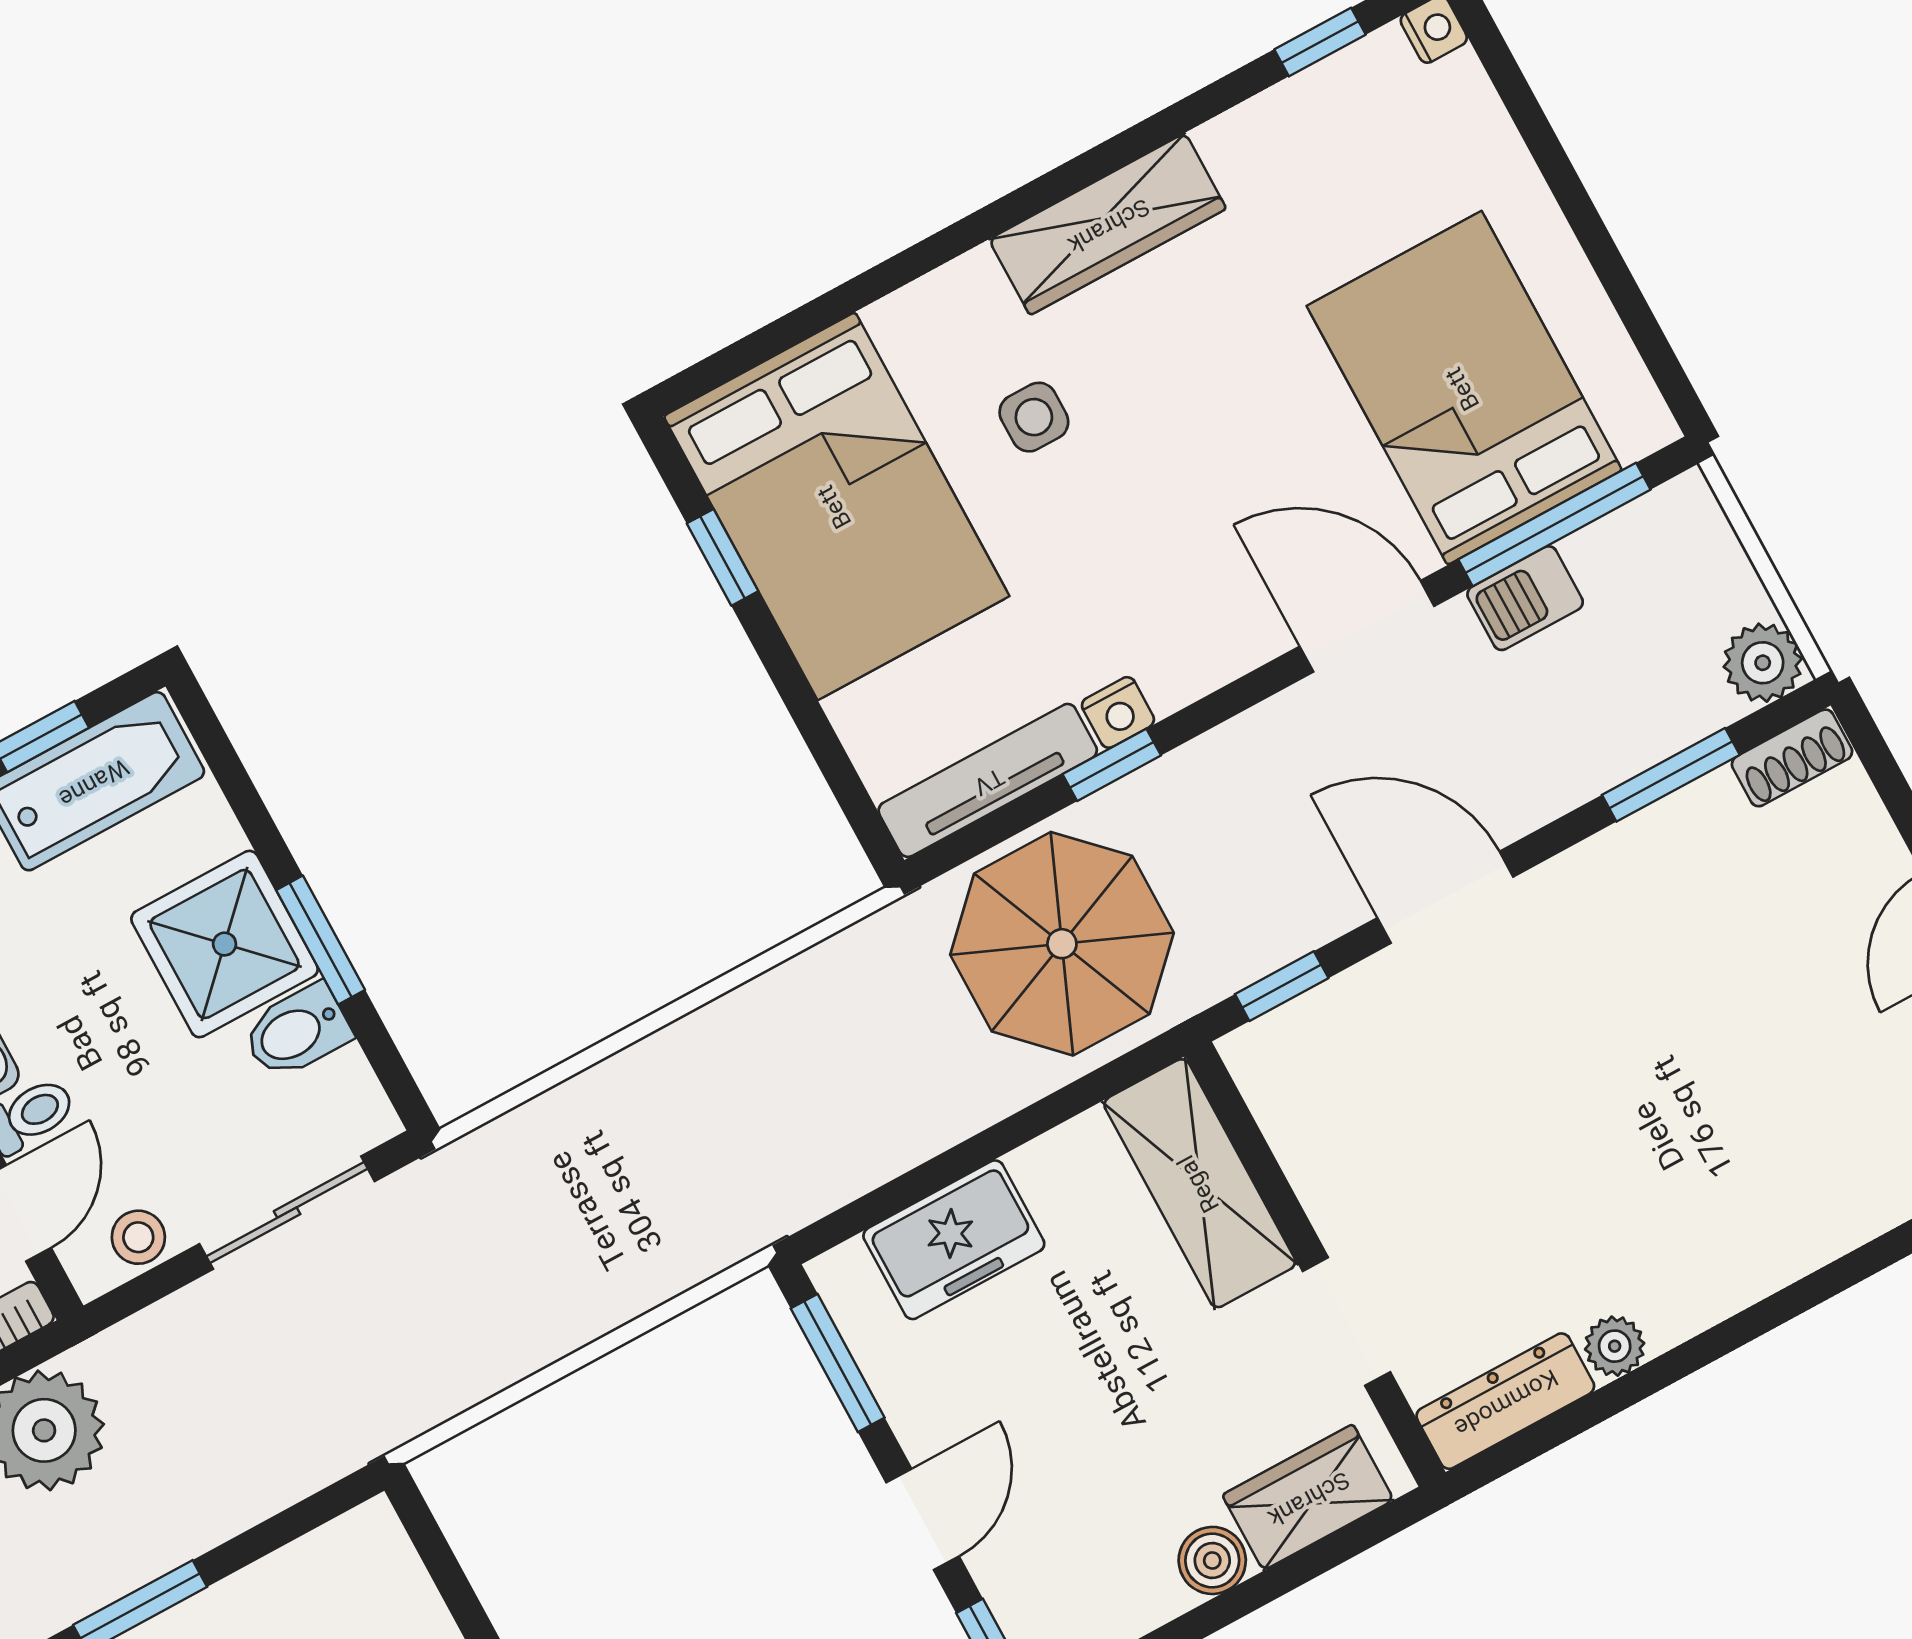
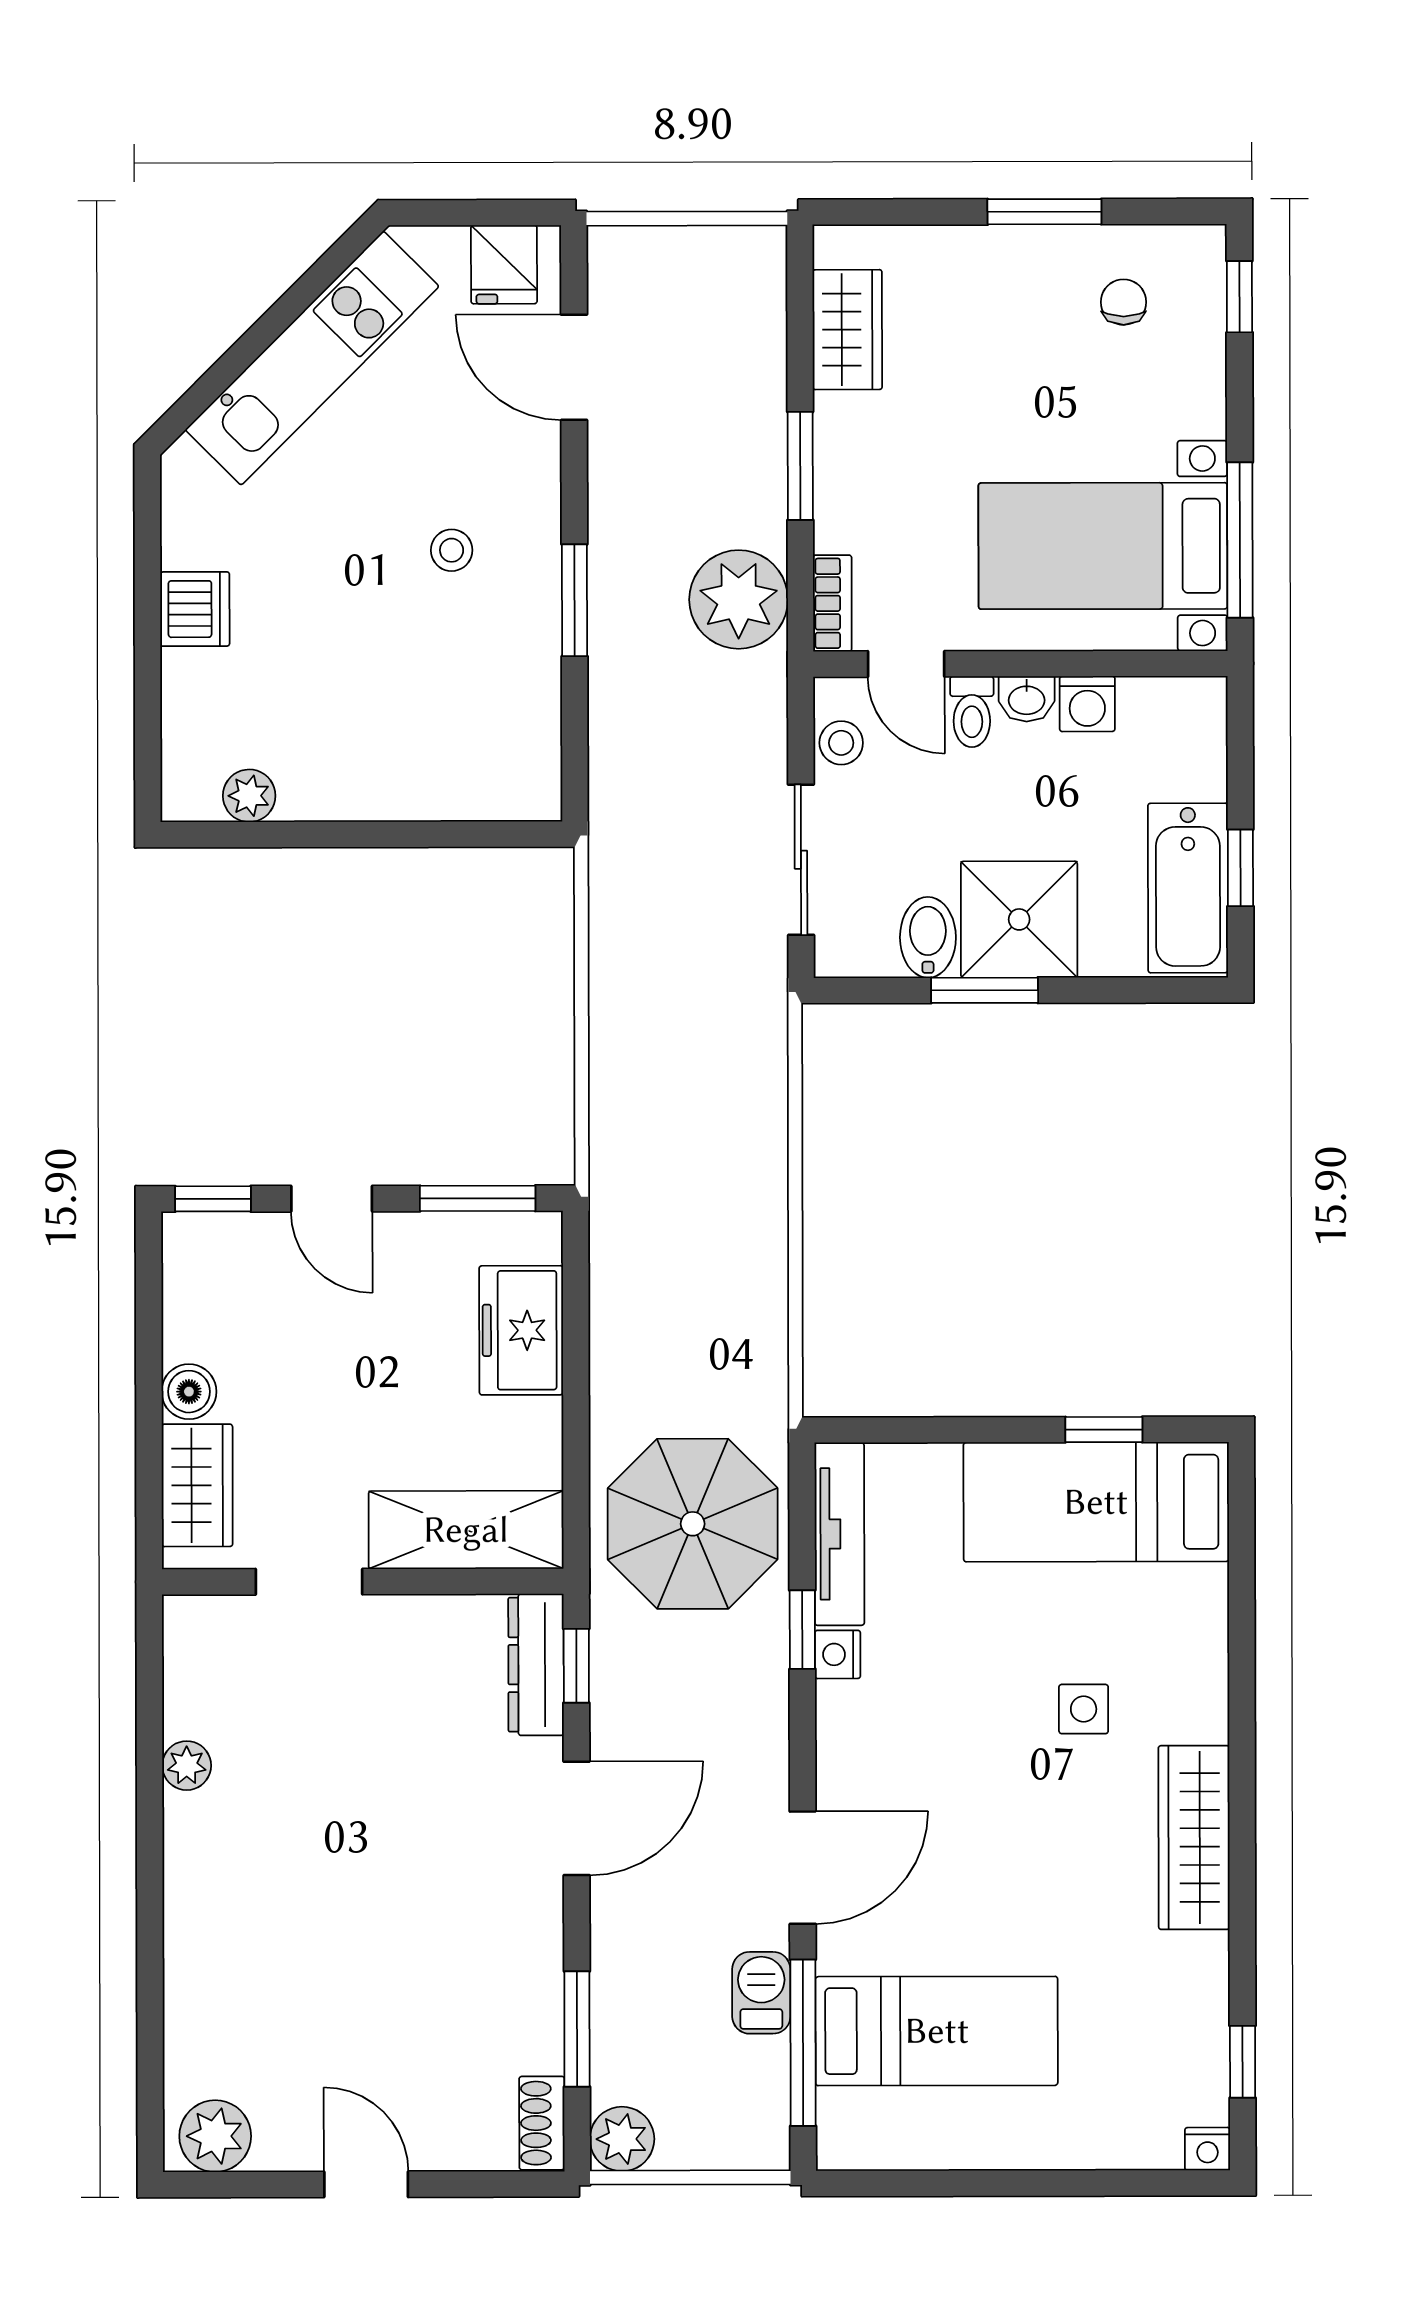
bed: (1464, 388) -> (937, 2031), width x0.67
bed: (836, 506) -> (1096, 1502), width x0.67
dresser: (1505, 1401) -> (536, 1665), moved, turned 180

